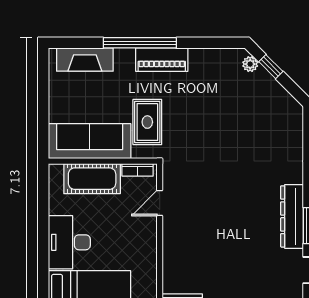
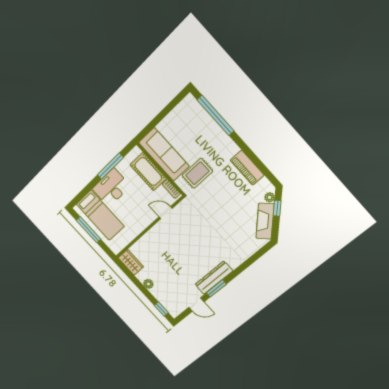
window: (140, 43) -> (215, 115), moved
fireplace: (85, 60) -> (265, 221), moved, turned 45
piano: (162, 60) -> (247, 168), moved
window: (43, 219) -> (110, 166), added

